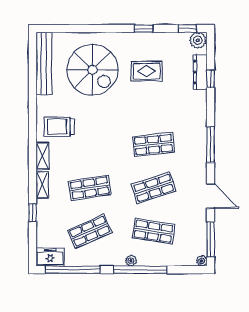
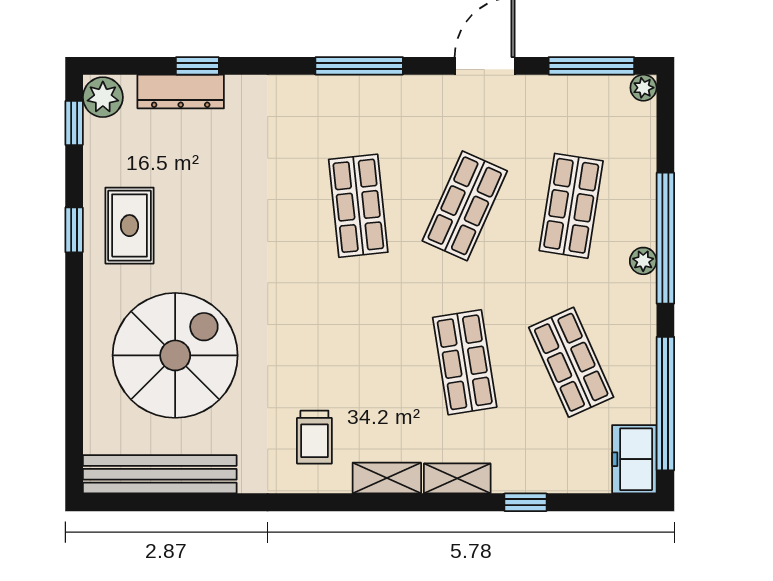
rug: (147, 71) -> (129, 226), moved
trolley: (59, 127) -> (314, 437), width x0.73, depth x0.72
shop shelf: (153, 188) -> (465, 206), turned 42

